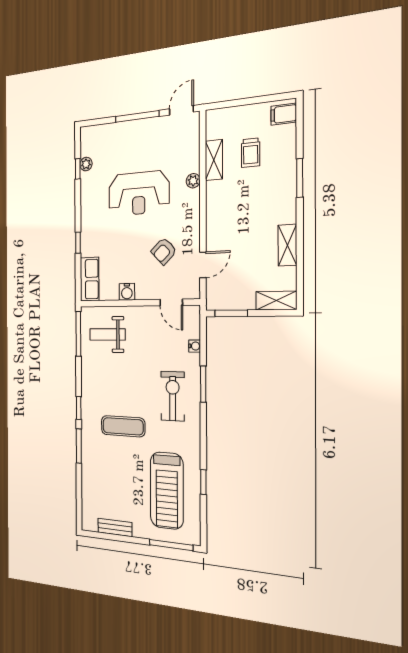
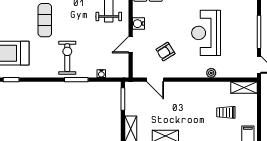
shelving: (214, 160) -> (244, 87), moved
armchair: (164, 251) -> (165, 52), turned -78
door: (171, 302) -> (131, 45), moved
exercise bike: (173, 396) -> (67, 58), turned -90

